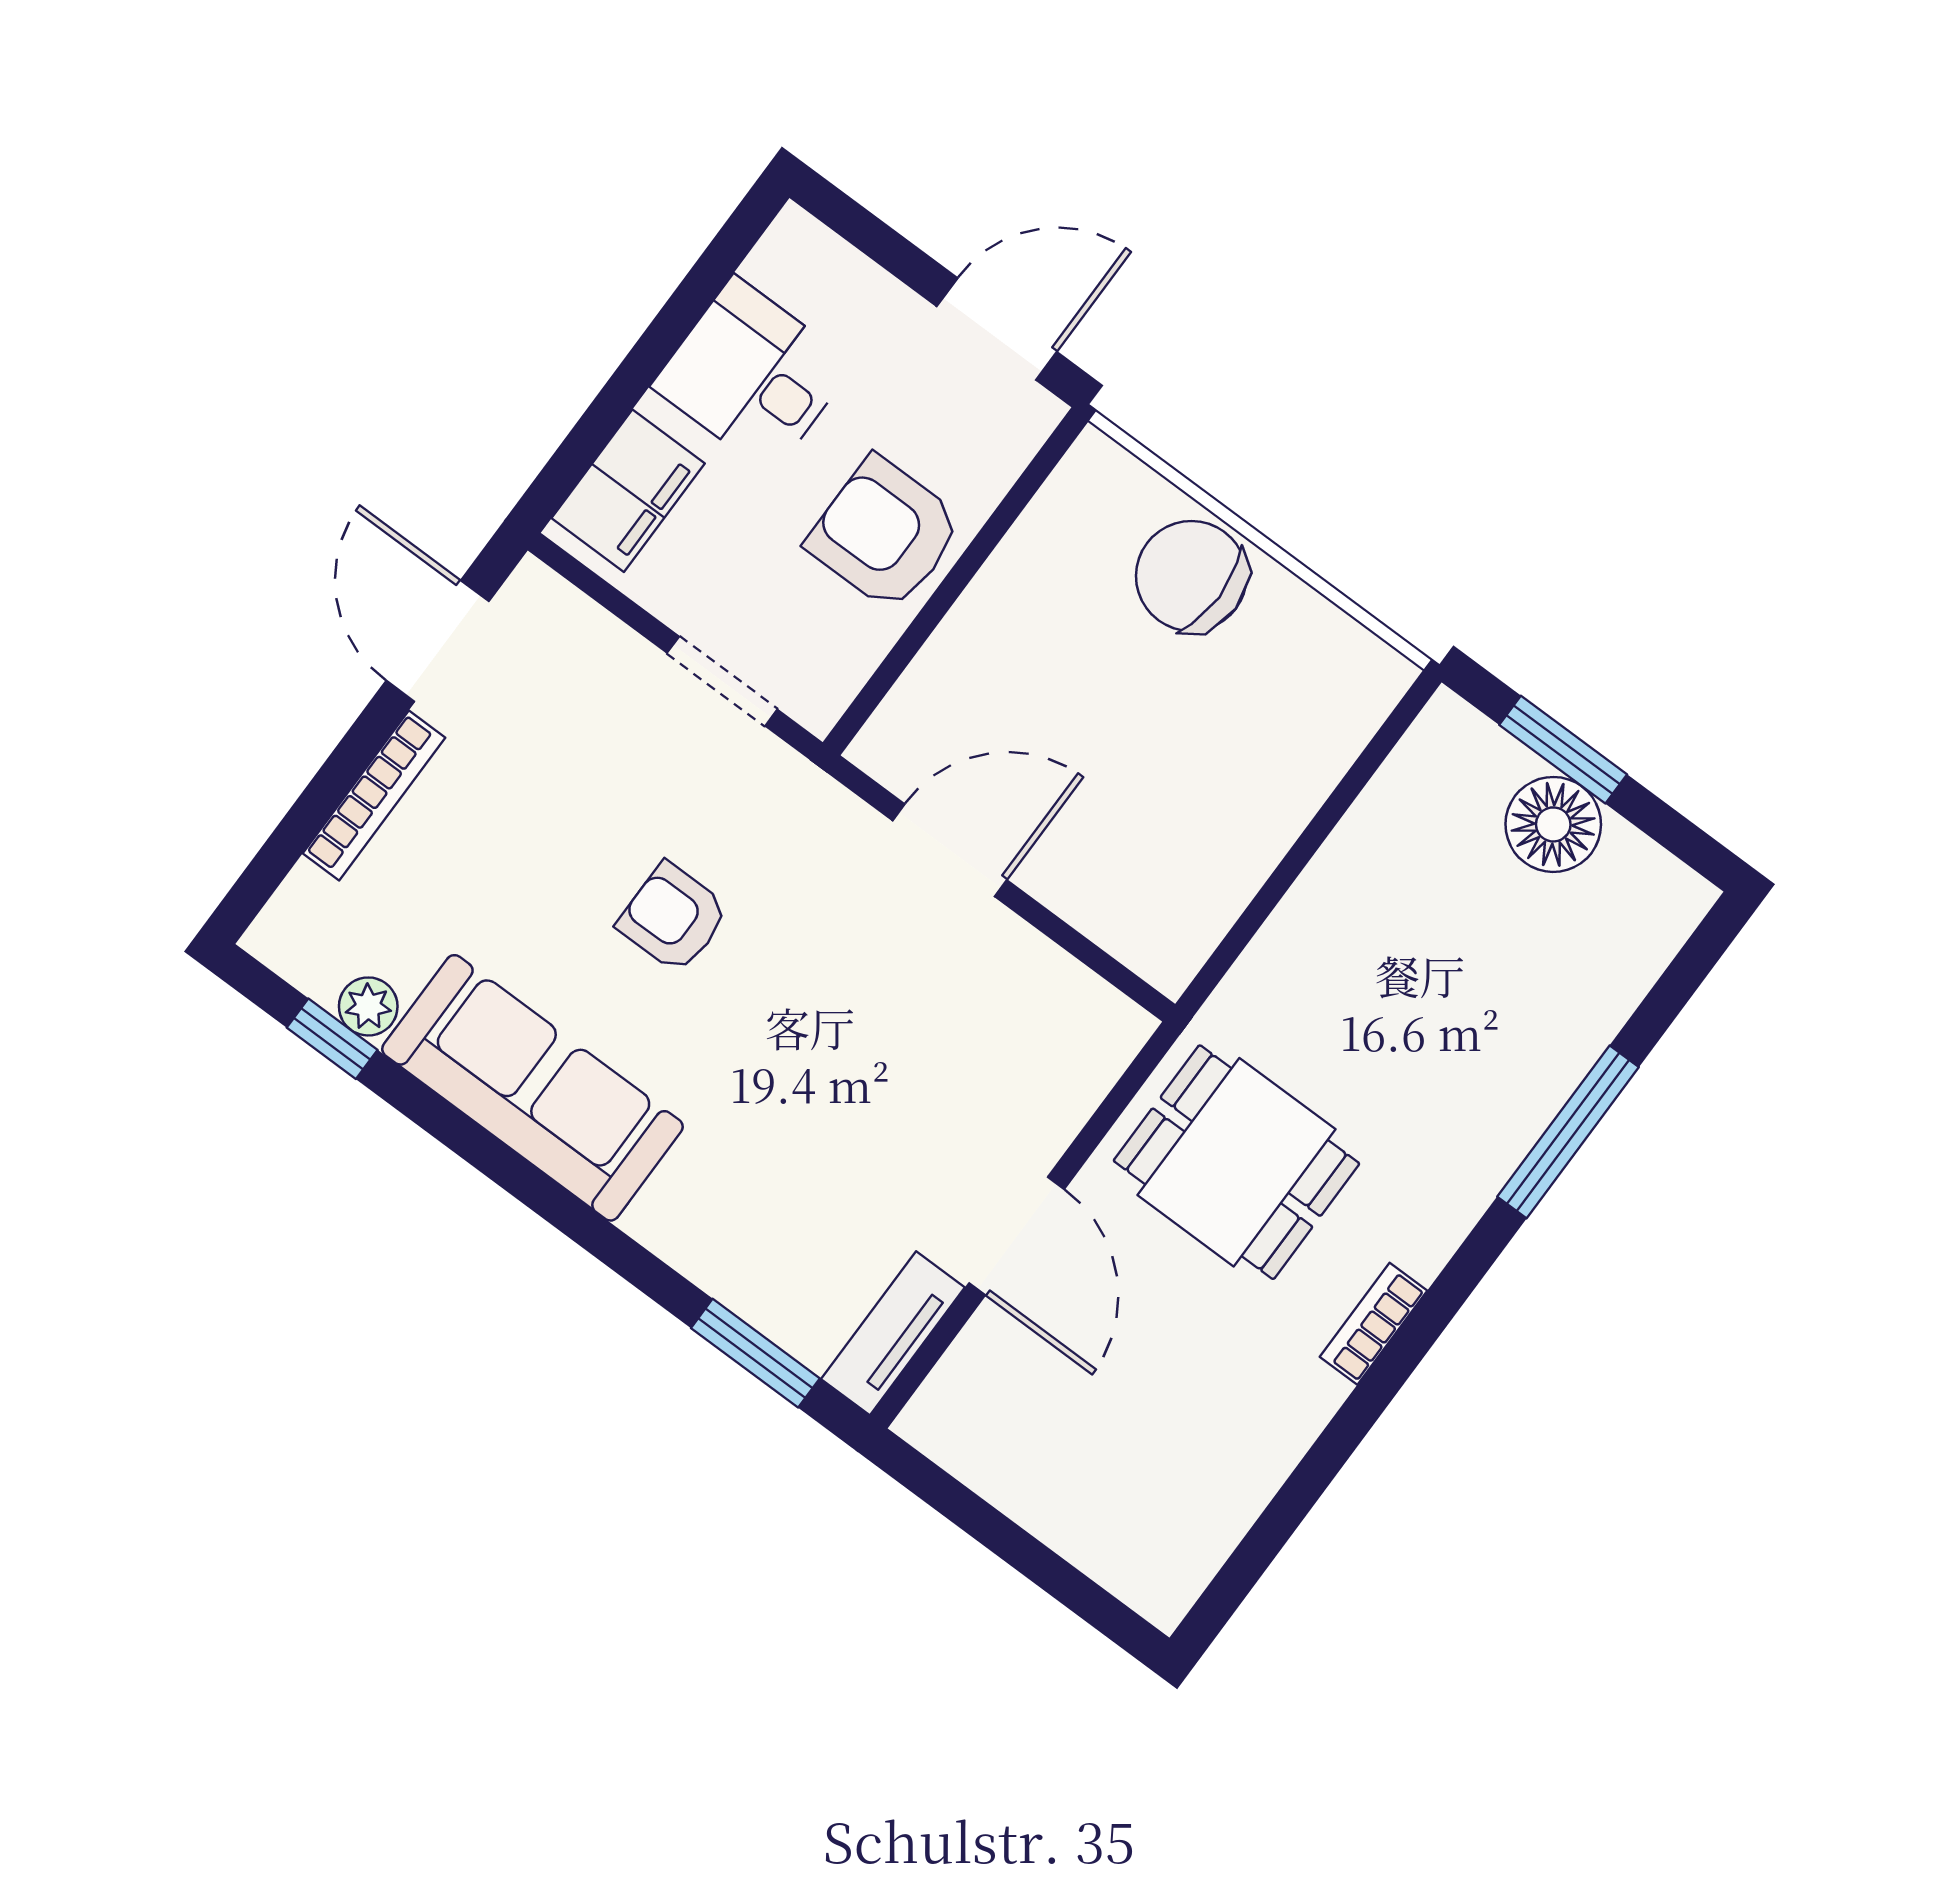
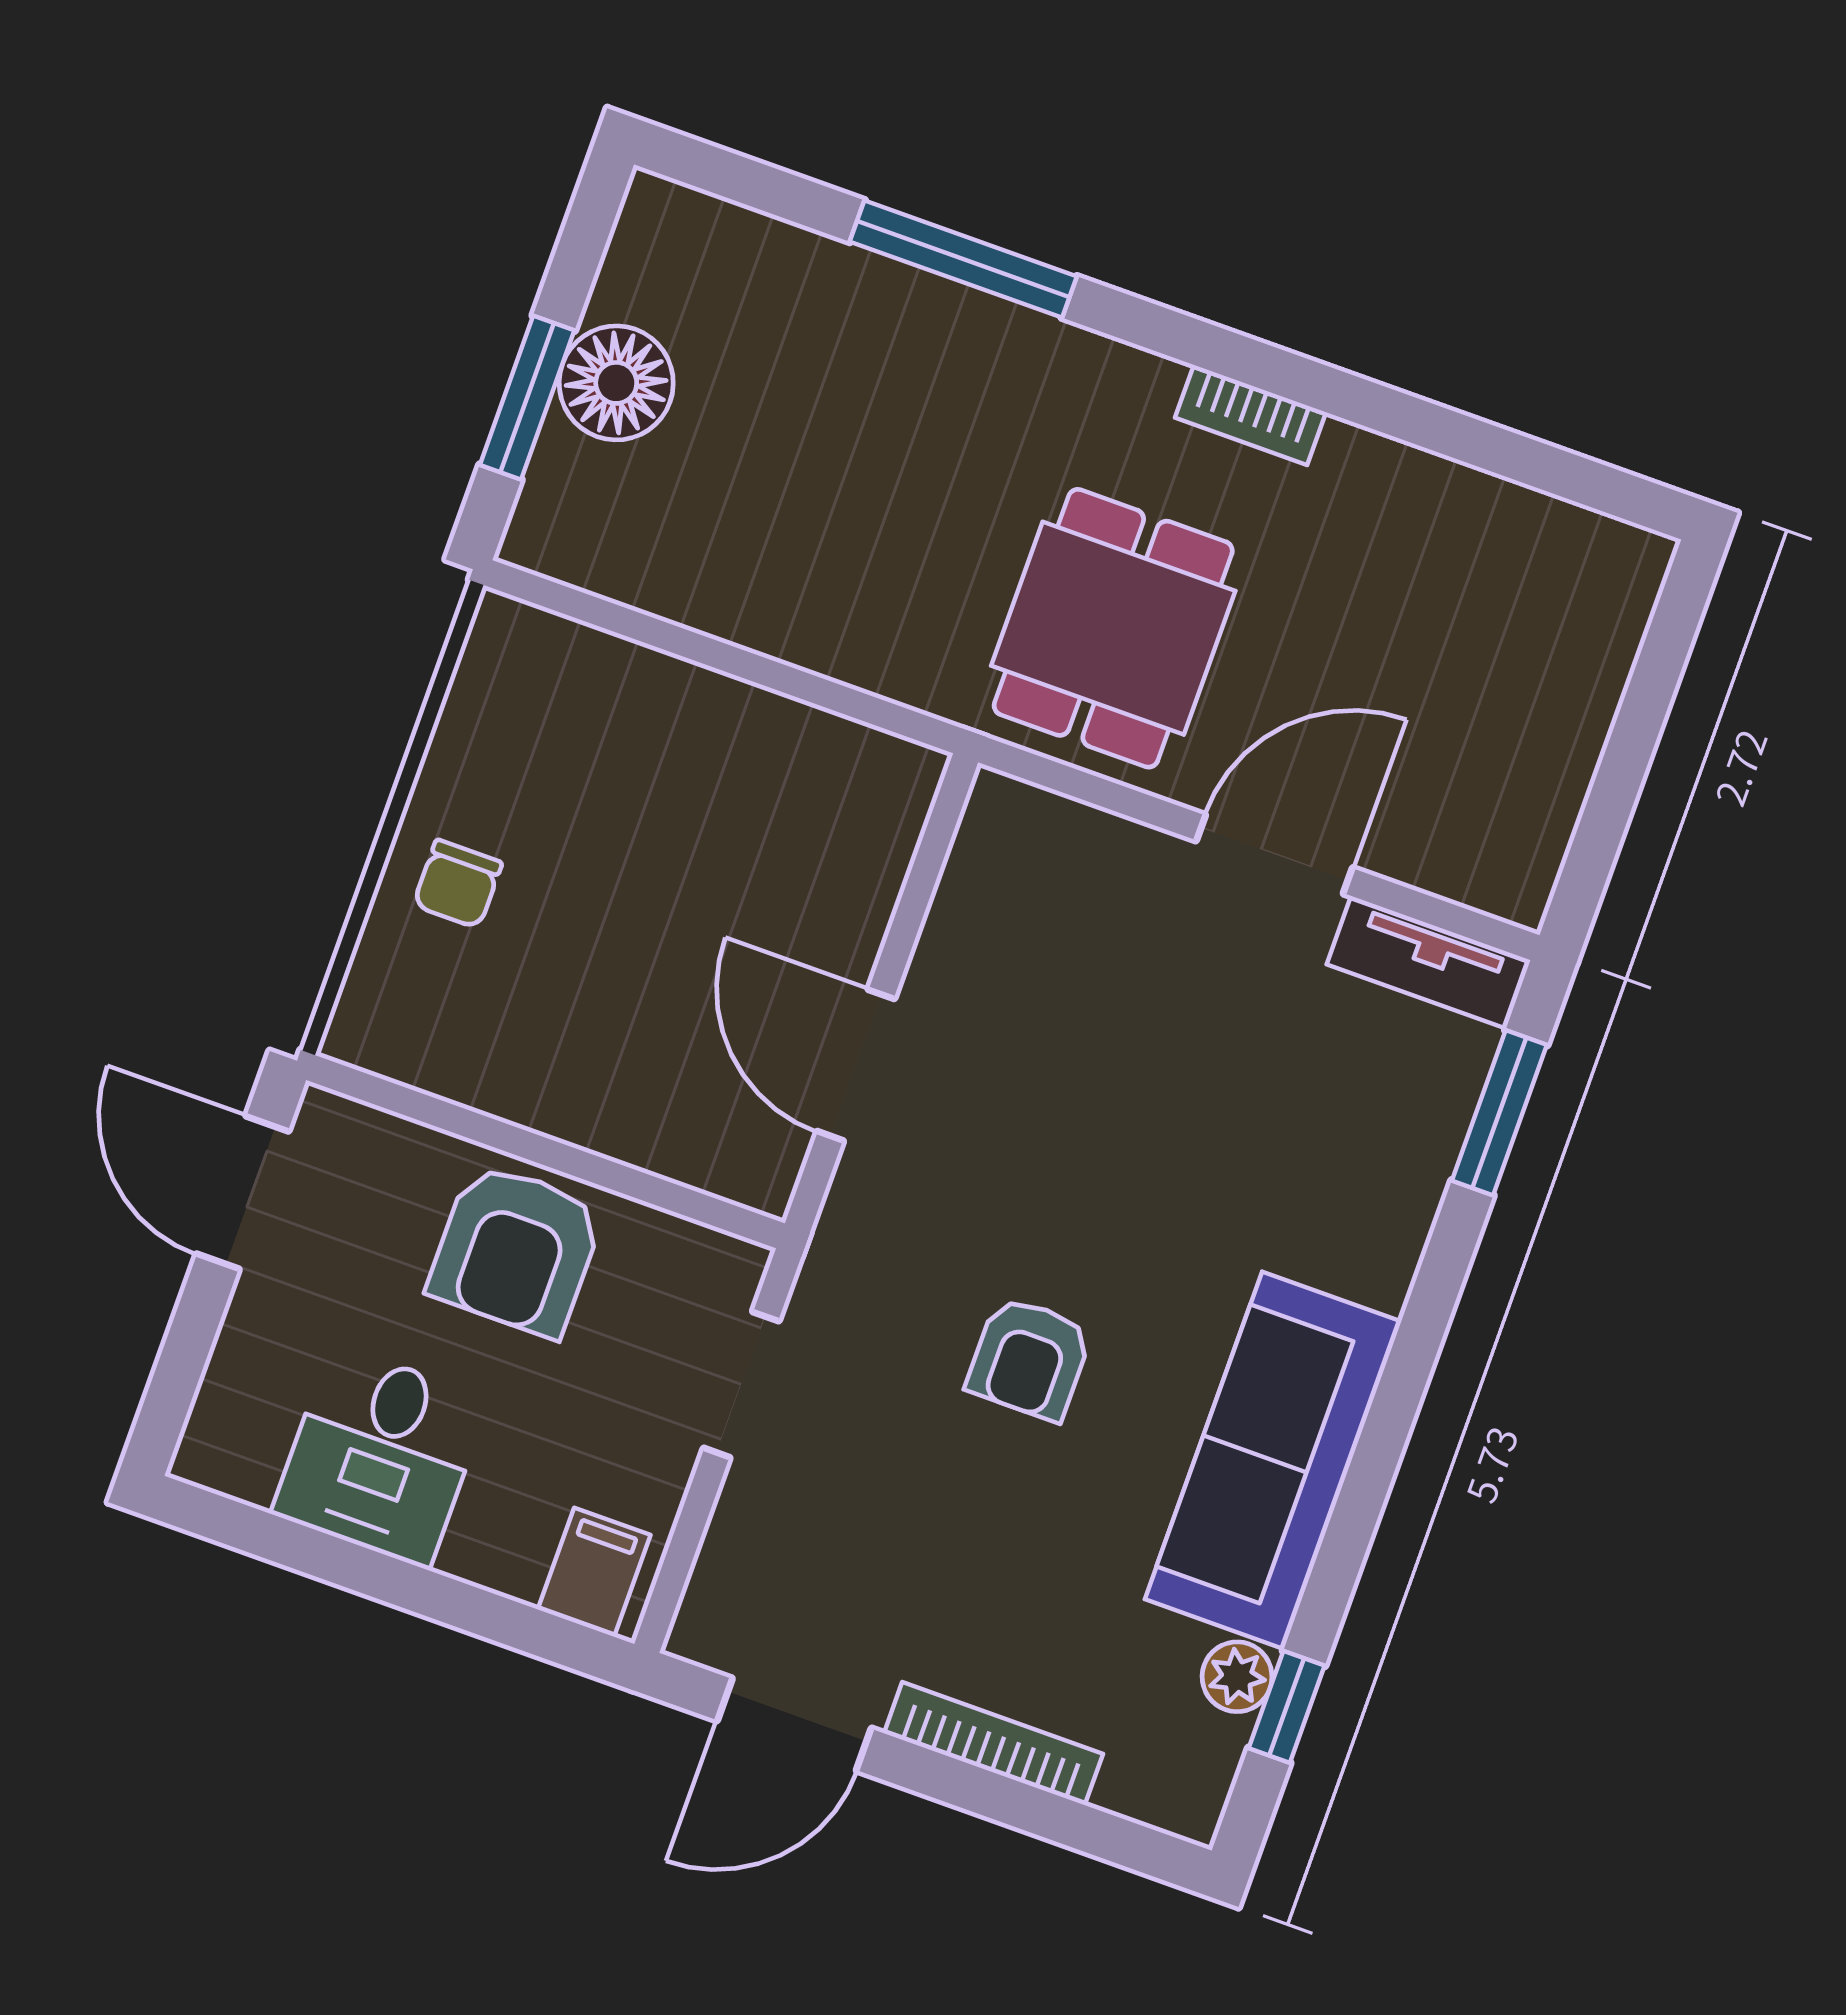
filing cabinet: (628, 491) -> (594, 1572), width x0.50
chair: (1191, 576) -> (458, 884), width x0.54, depth x0.54

